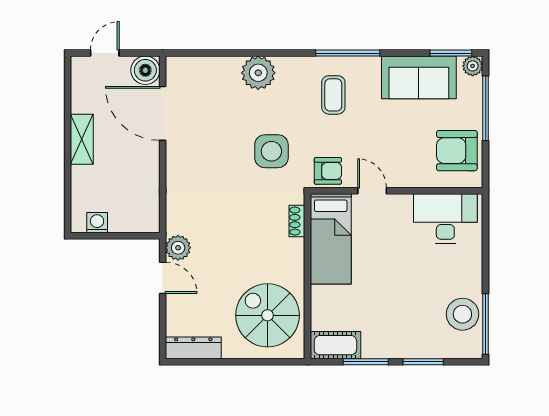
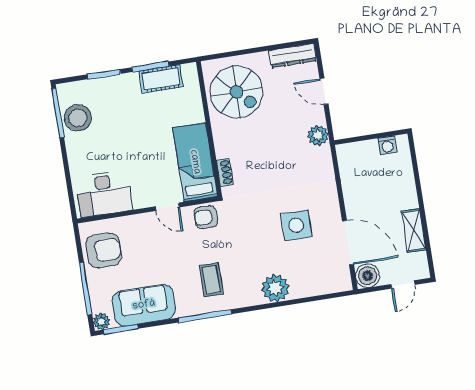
shelving: (82, 139) -> (413, 230), moved
side table: (271, 151) -> (296, 225), moved
door: (163, 278) -> (324, 91), moved
cot: (335, 345) -> (161, 79), moved

